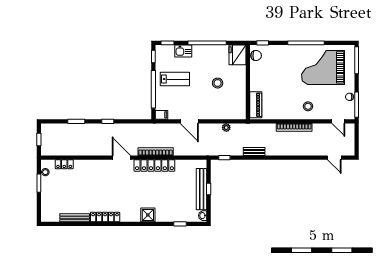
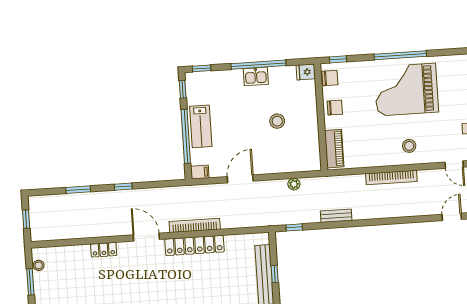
kitchen sink: (183, 51) -> (256, 76), moved
fridge: (237, 55) -> (306, 72), width x0.53, depth x0.75
grand piano: (323, 67) -> (406, 90), moved
chair: (258, 76) -> (335, 108), added
lab bench: (175, 79) -> (201, 126), moved, turned 90
door: (189, 121) -> (240, 179), swing flipped
door: (334, 158) -> (452, 217), swing flipped
locker: (64, 164) -> (104, 250), moved

